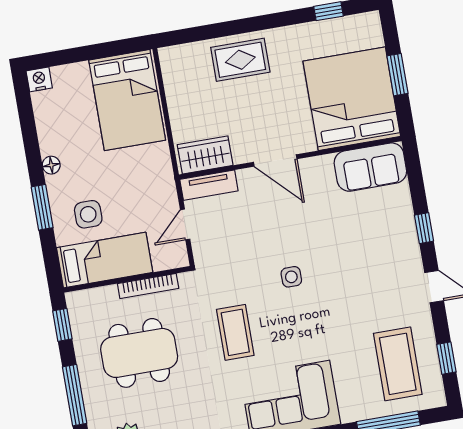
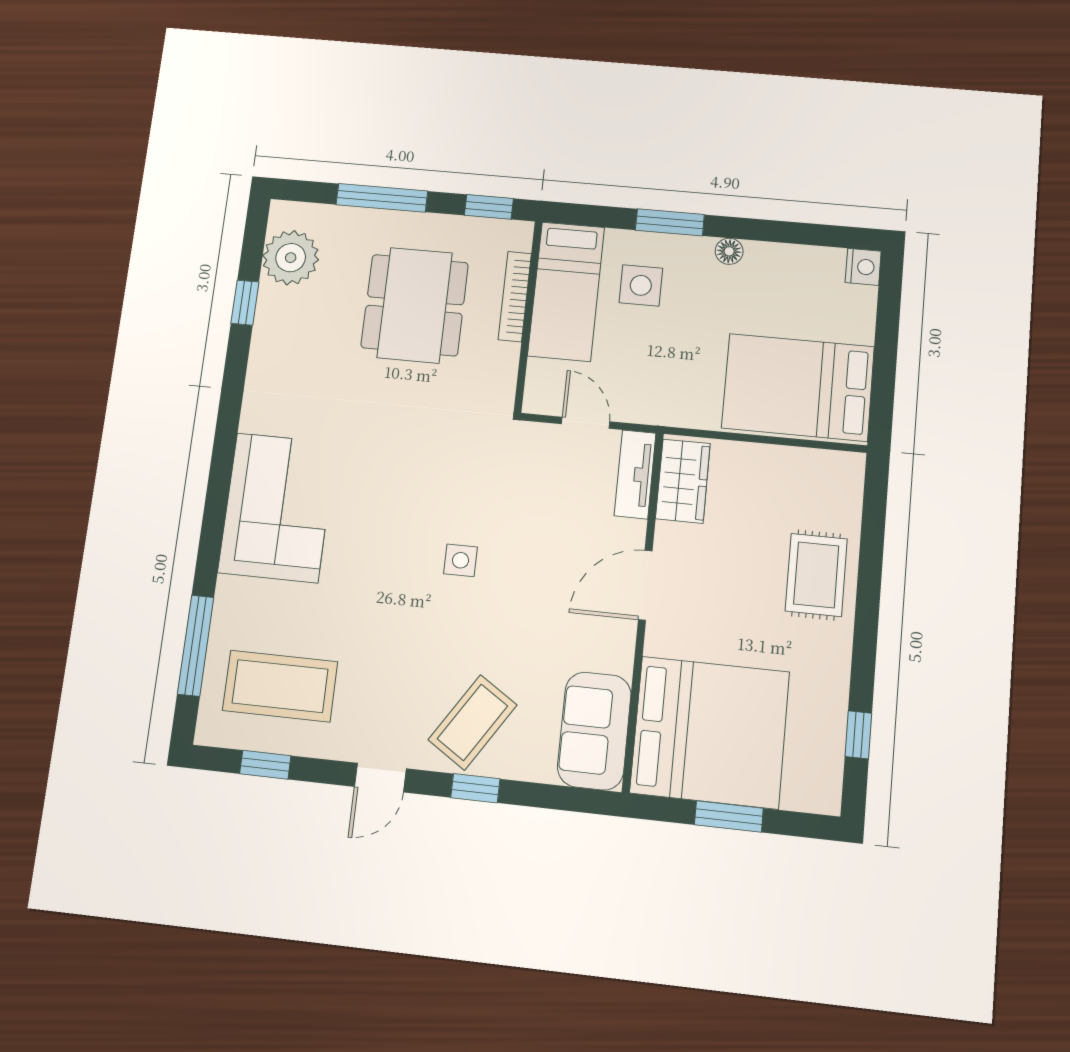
bookcase: (148, 286) -> (515, 297), moved
coffee table: (235, 332) -> (472, 722), moved, turned -57

